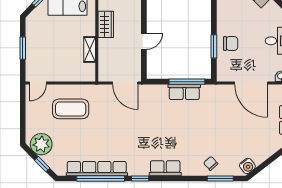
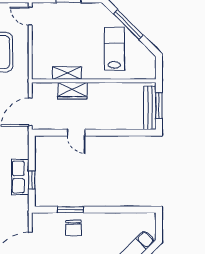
wardrobe: (106, 24) -> (72, 91), moved
window: (187, 82) -> (32, 180), width x0.46

